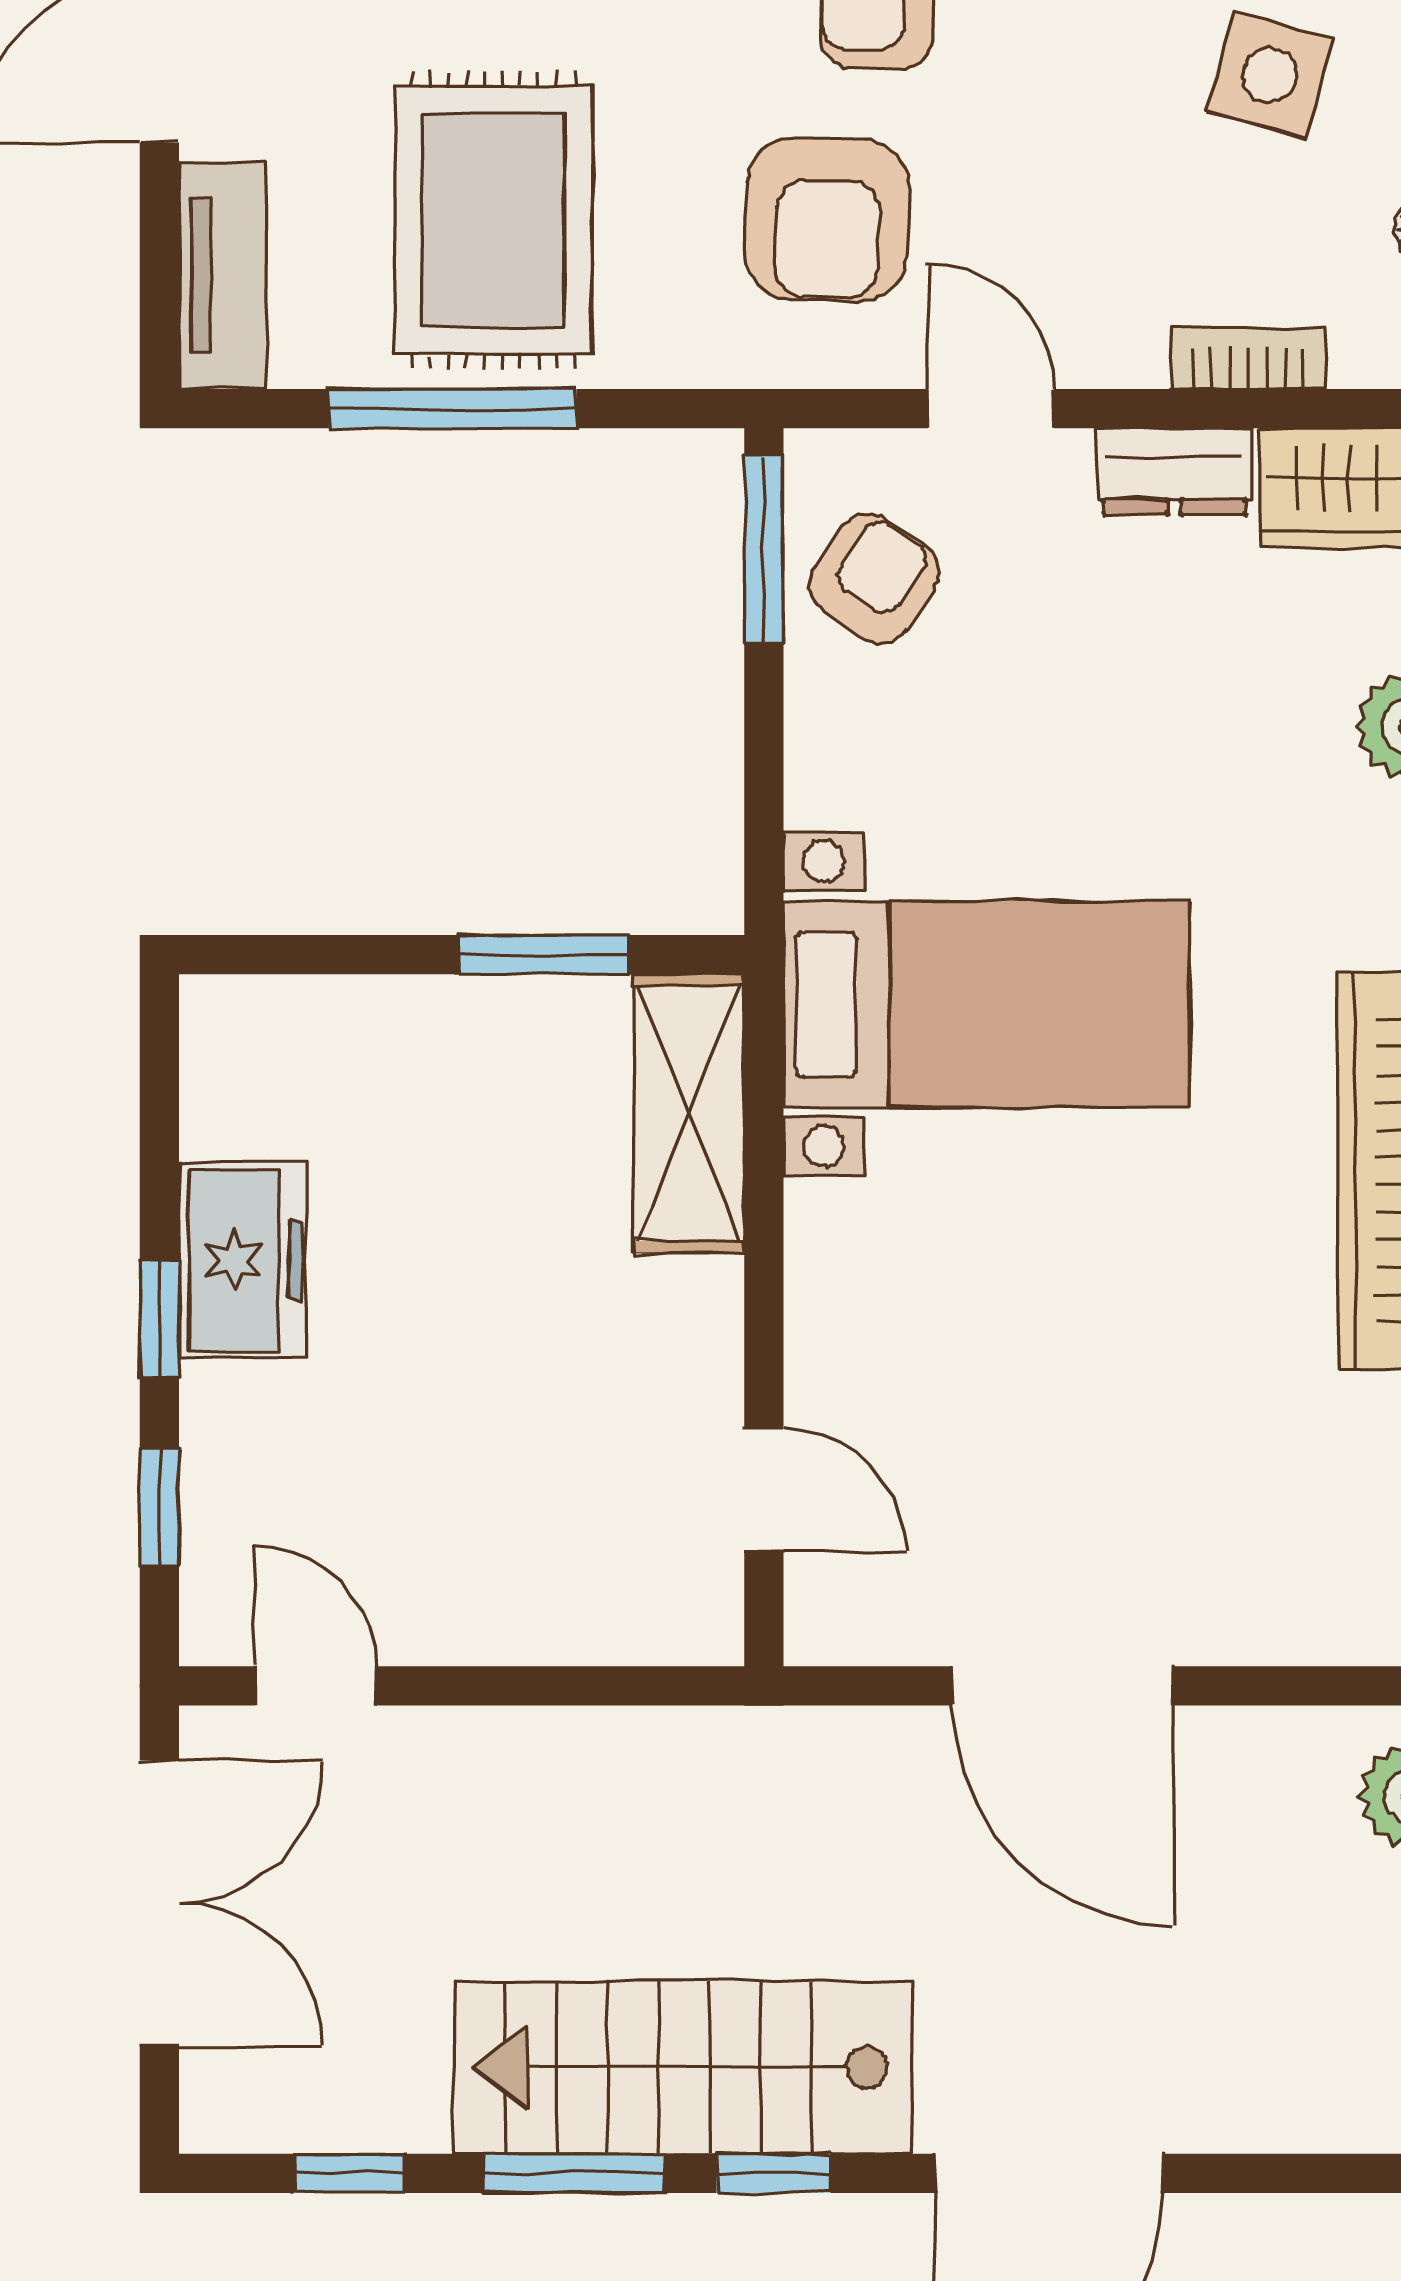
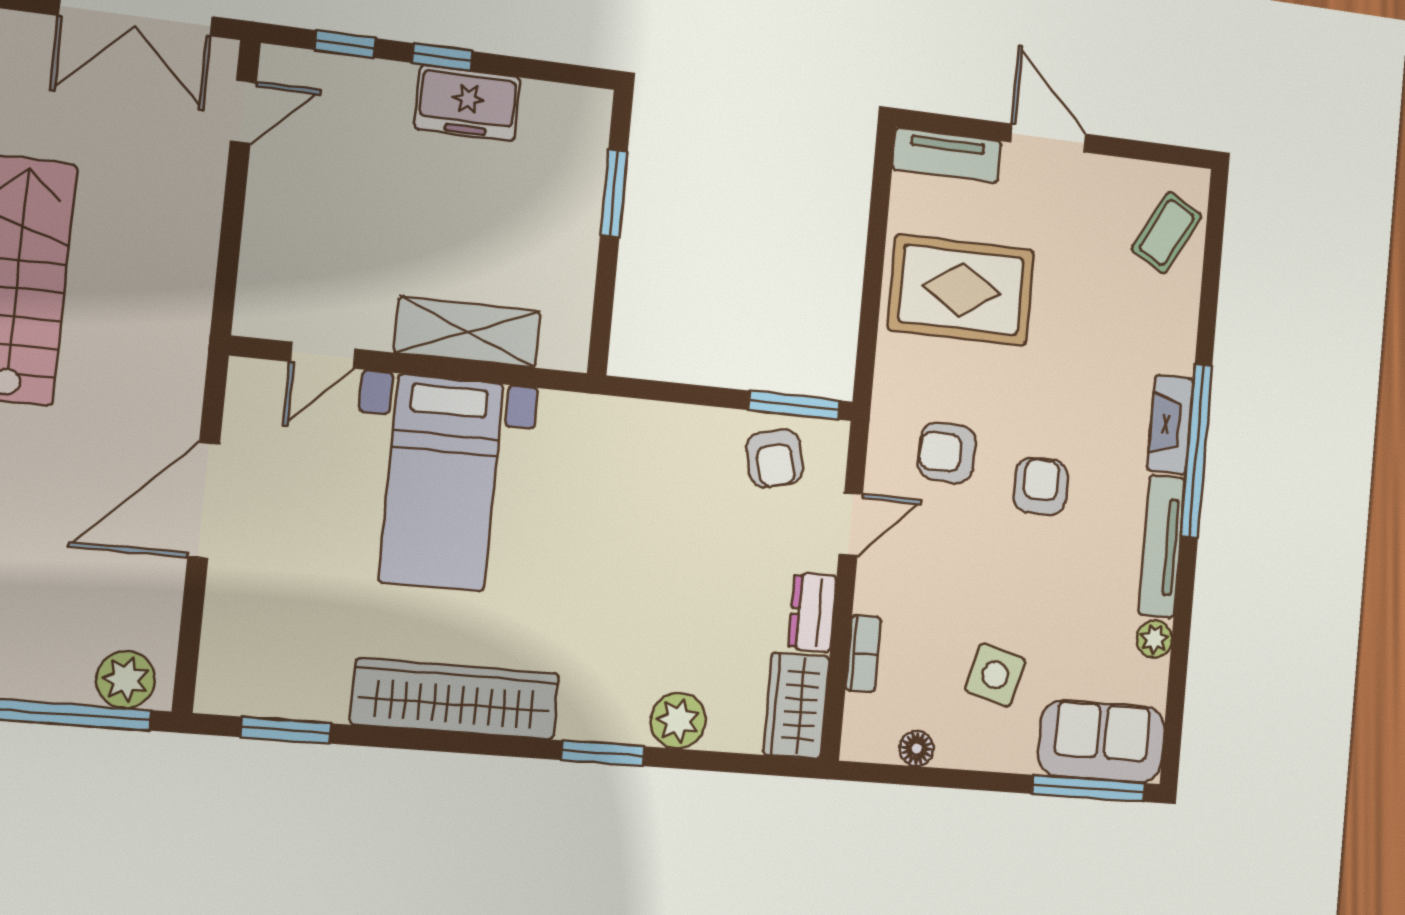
armchair: (827, 220) -> (947, 453), width x0.72, depth x0.72
window: (453, 409) -> (875, 259), removed
armchair: (874, 578) -> (775, 458), turned 42
window: (544, 955) -> (614, 193), moved
bed with nightstands: (986, 1004) -> (441, 483), moved
shelving: (689, 1113) -> (467, 332), moved

